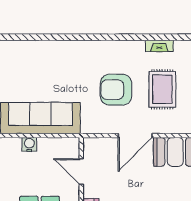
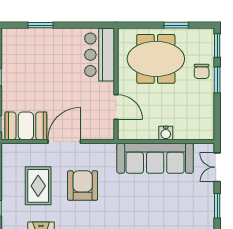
armchair: (116, 90) -> (83, 186), turned -90

